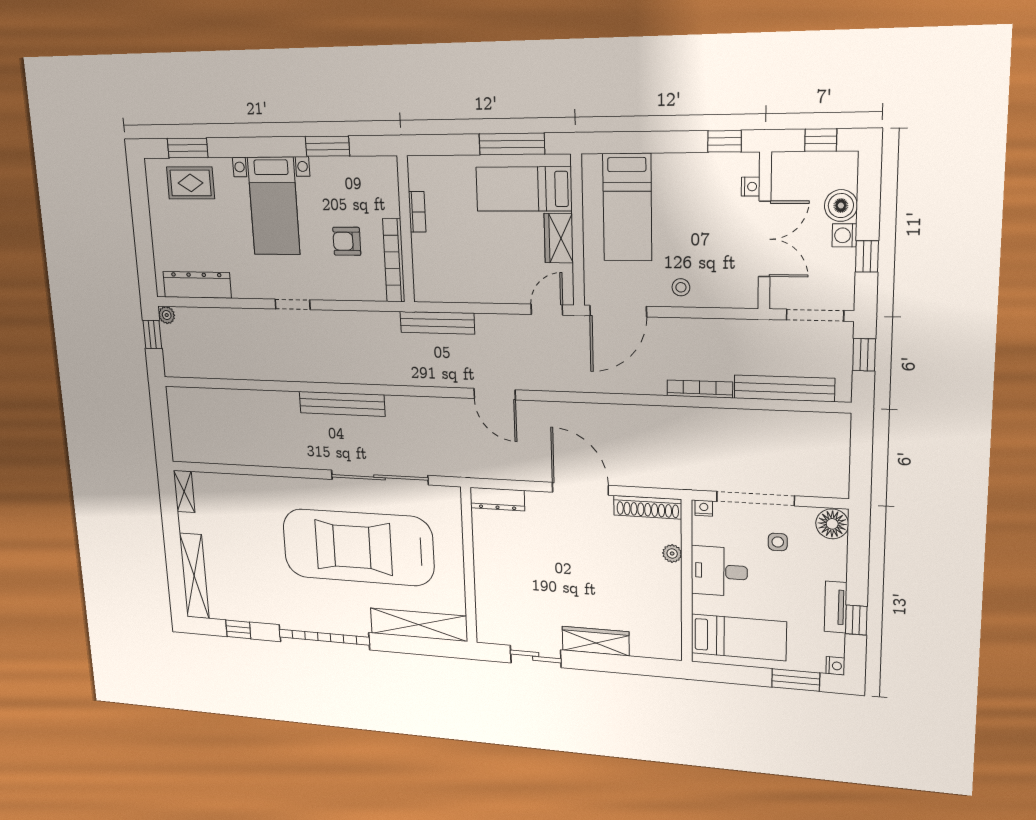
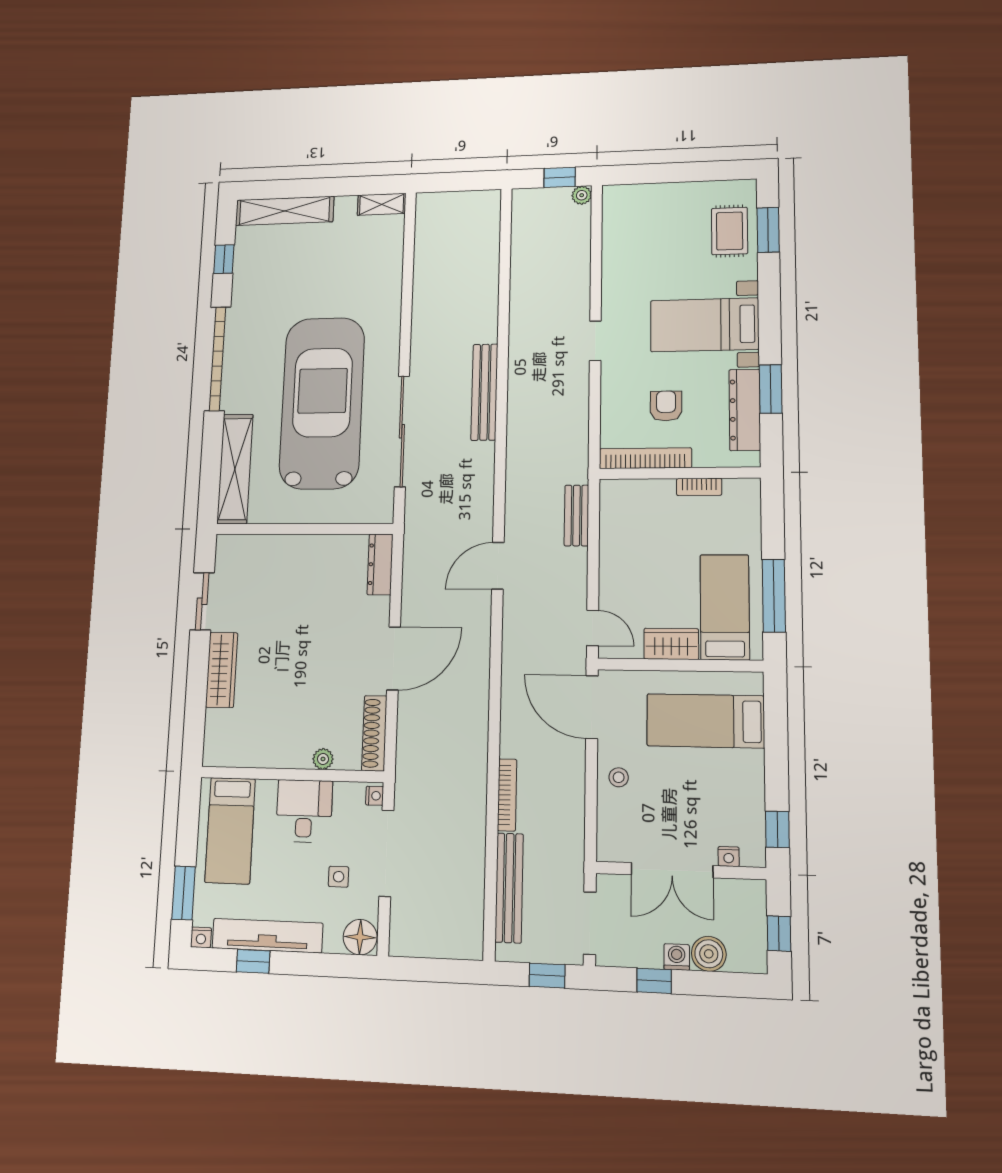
dresser: (197, 285) -> (745, 410), moved, turned 180
bench: (437, 323) -> (576, 515), width x0.73
tv unit: (836, 607) -> (267, 936), width x1.92, depth x1.29

